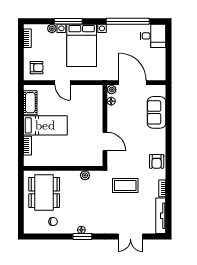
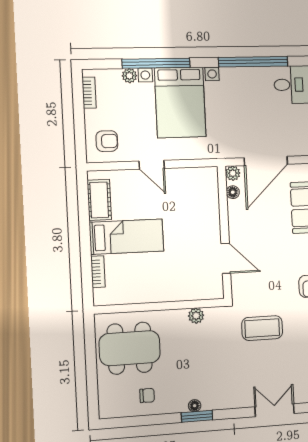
window: (68, 21) -> (156, 63), width x1.46
door: (133, 83) -> (266, 161), swing flipped
dining table: (44, 192) -> (130, 348), turned 90
double door: (130, 236) -> (275, 410), swing flipped

